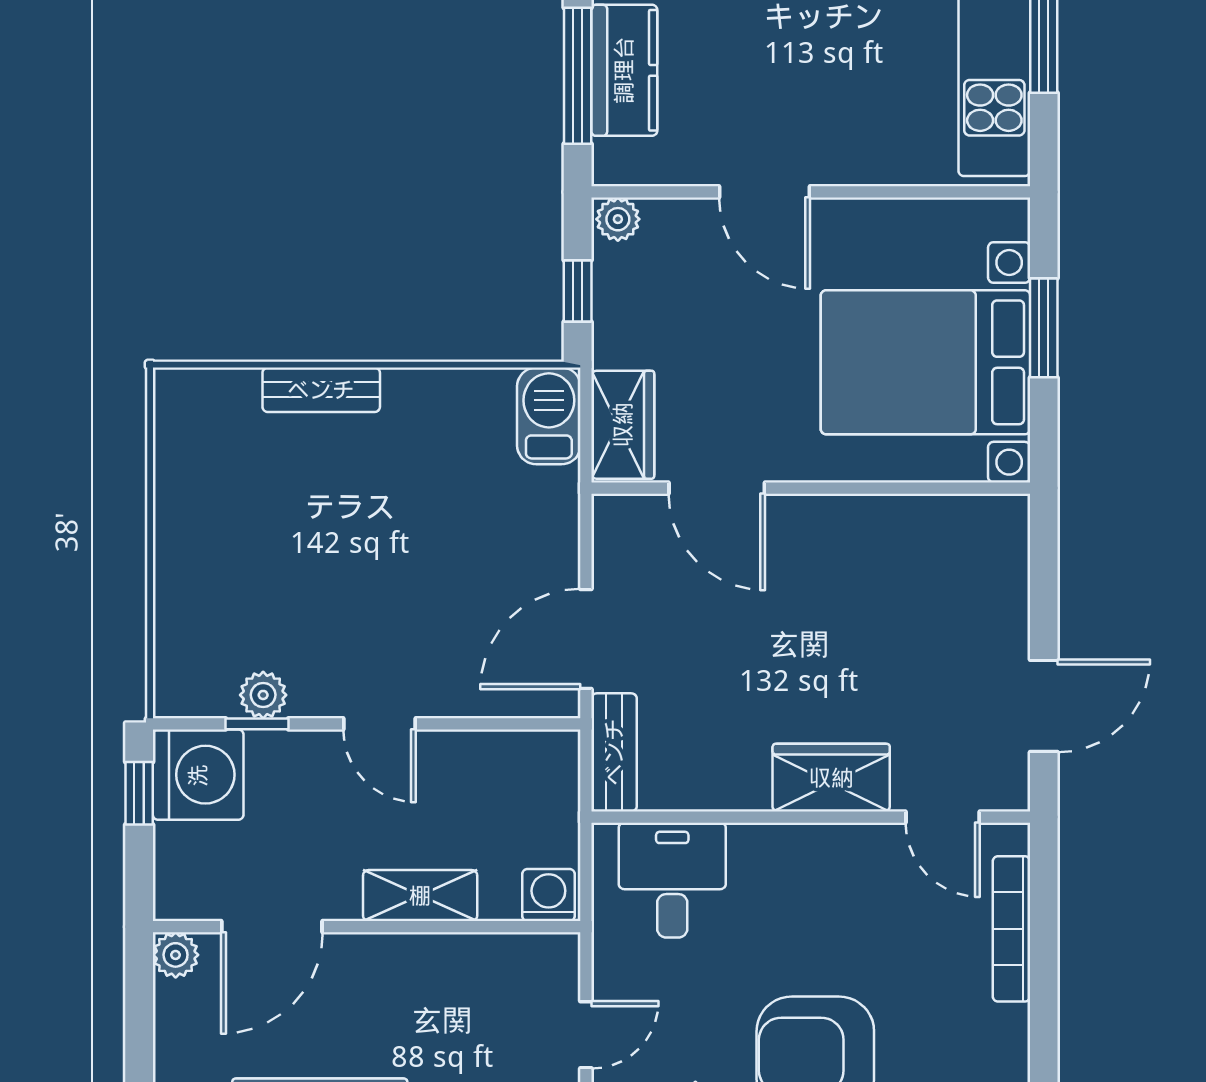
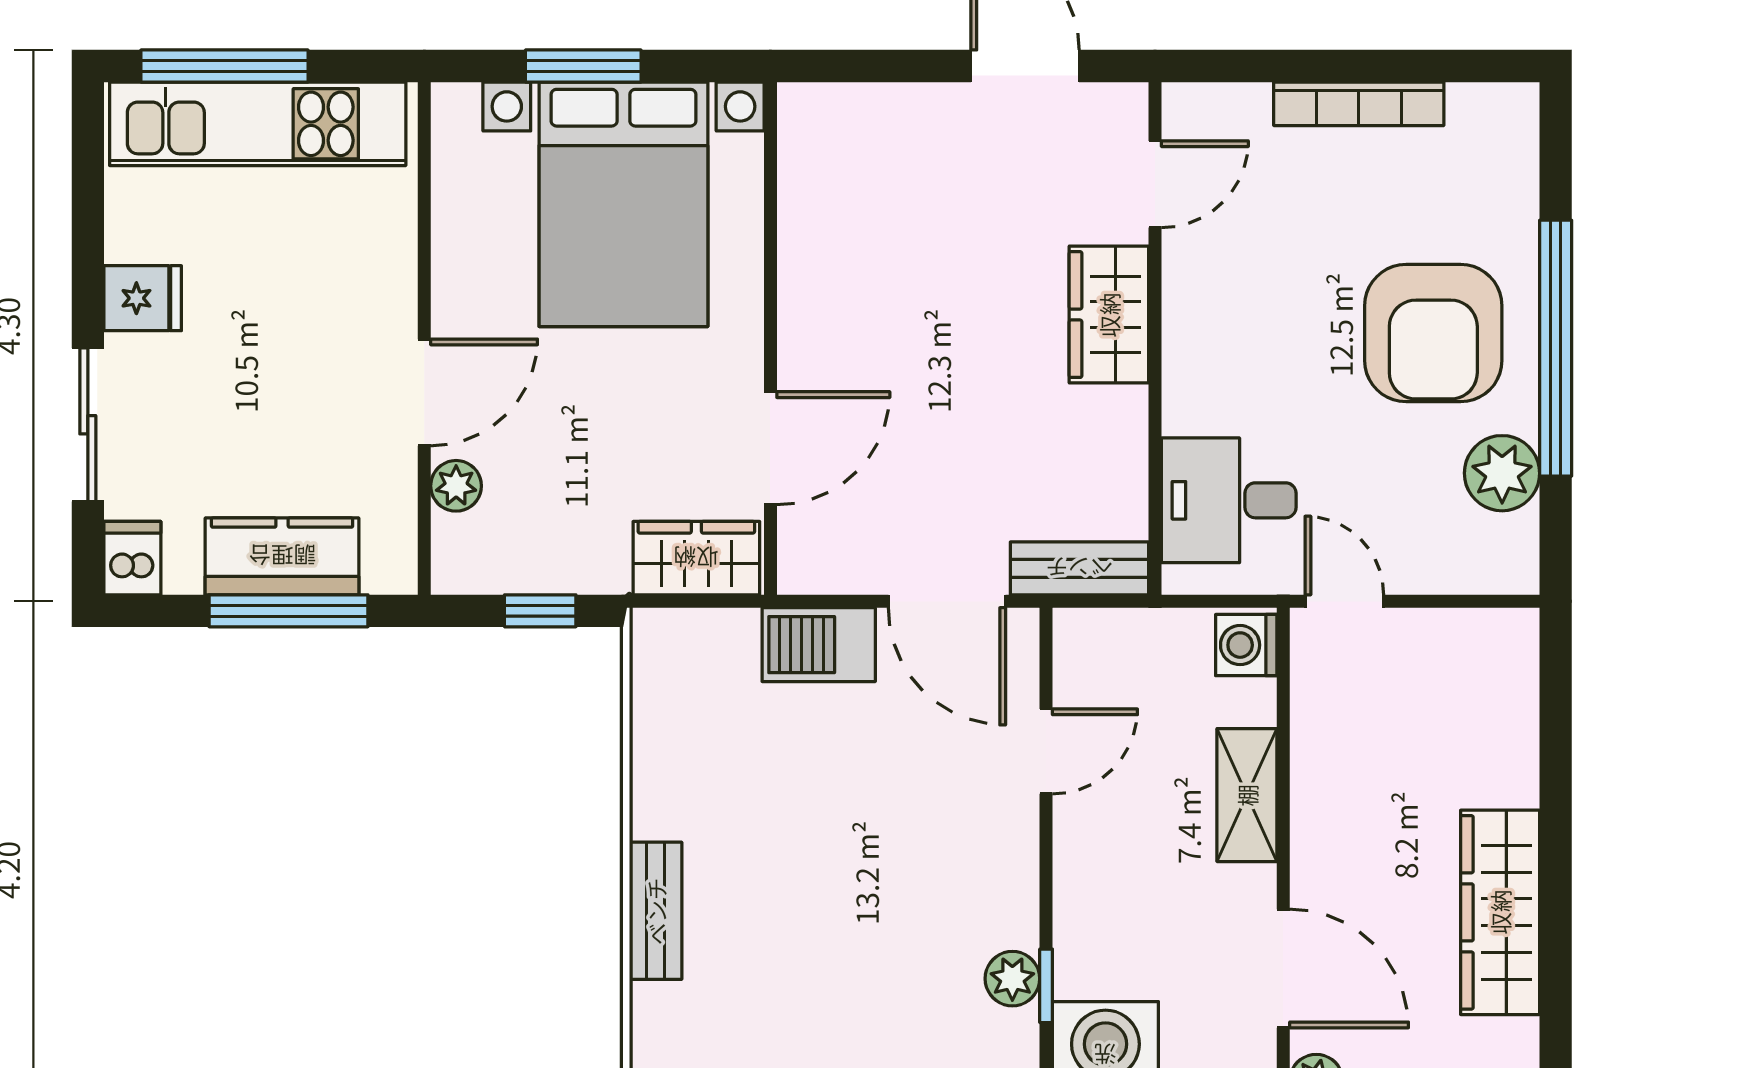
plant: (618, 219) -> (456, 486), moved
barbecue: (549, 416) -> (819, 645), moved
door: (380, 724) -> (1046, 751), moved
bookcase: (1011, 929) -> (1359, 104), moved
door: (586, 1035) -> (1344, 601), moved

